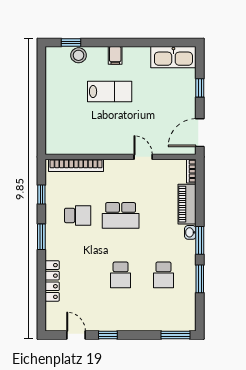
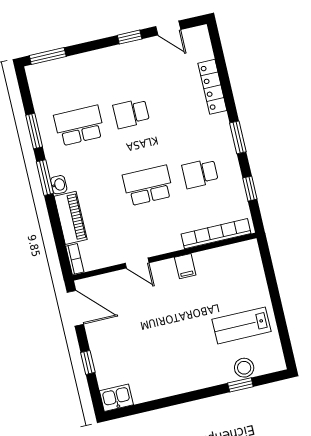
window: (71, 43) -> (240, 385), moved
filing cabinet: (115, 55) -> (185, 266), moved, turned 180
kitchen sink: (173, 57) -> (116, 398), width x0.53, depth x0.81
lab bench: (110, 92) -> (242, 325), moved
door: (200, 133) -> (75, 308), hinge flipped
school desk: (121, 275) -> (131, 113), turned -90
school desk: (163, 275) -> (79, 126), width x1.85

